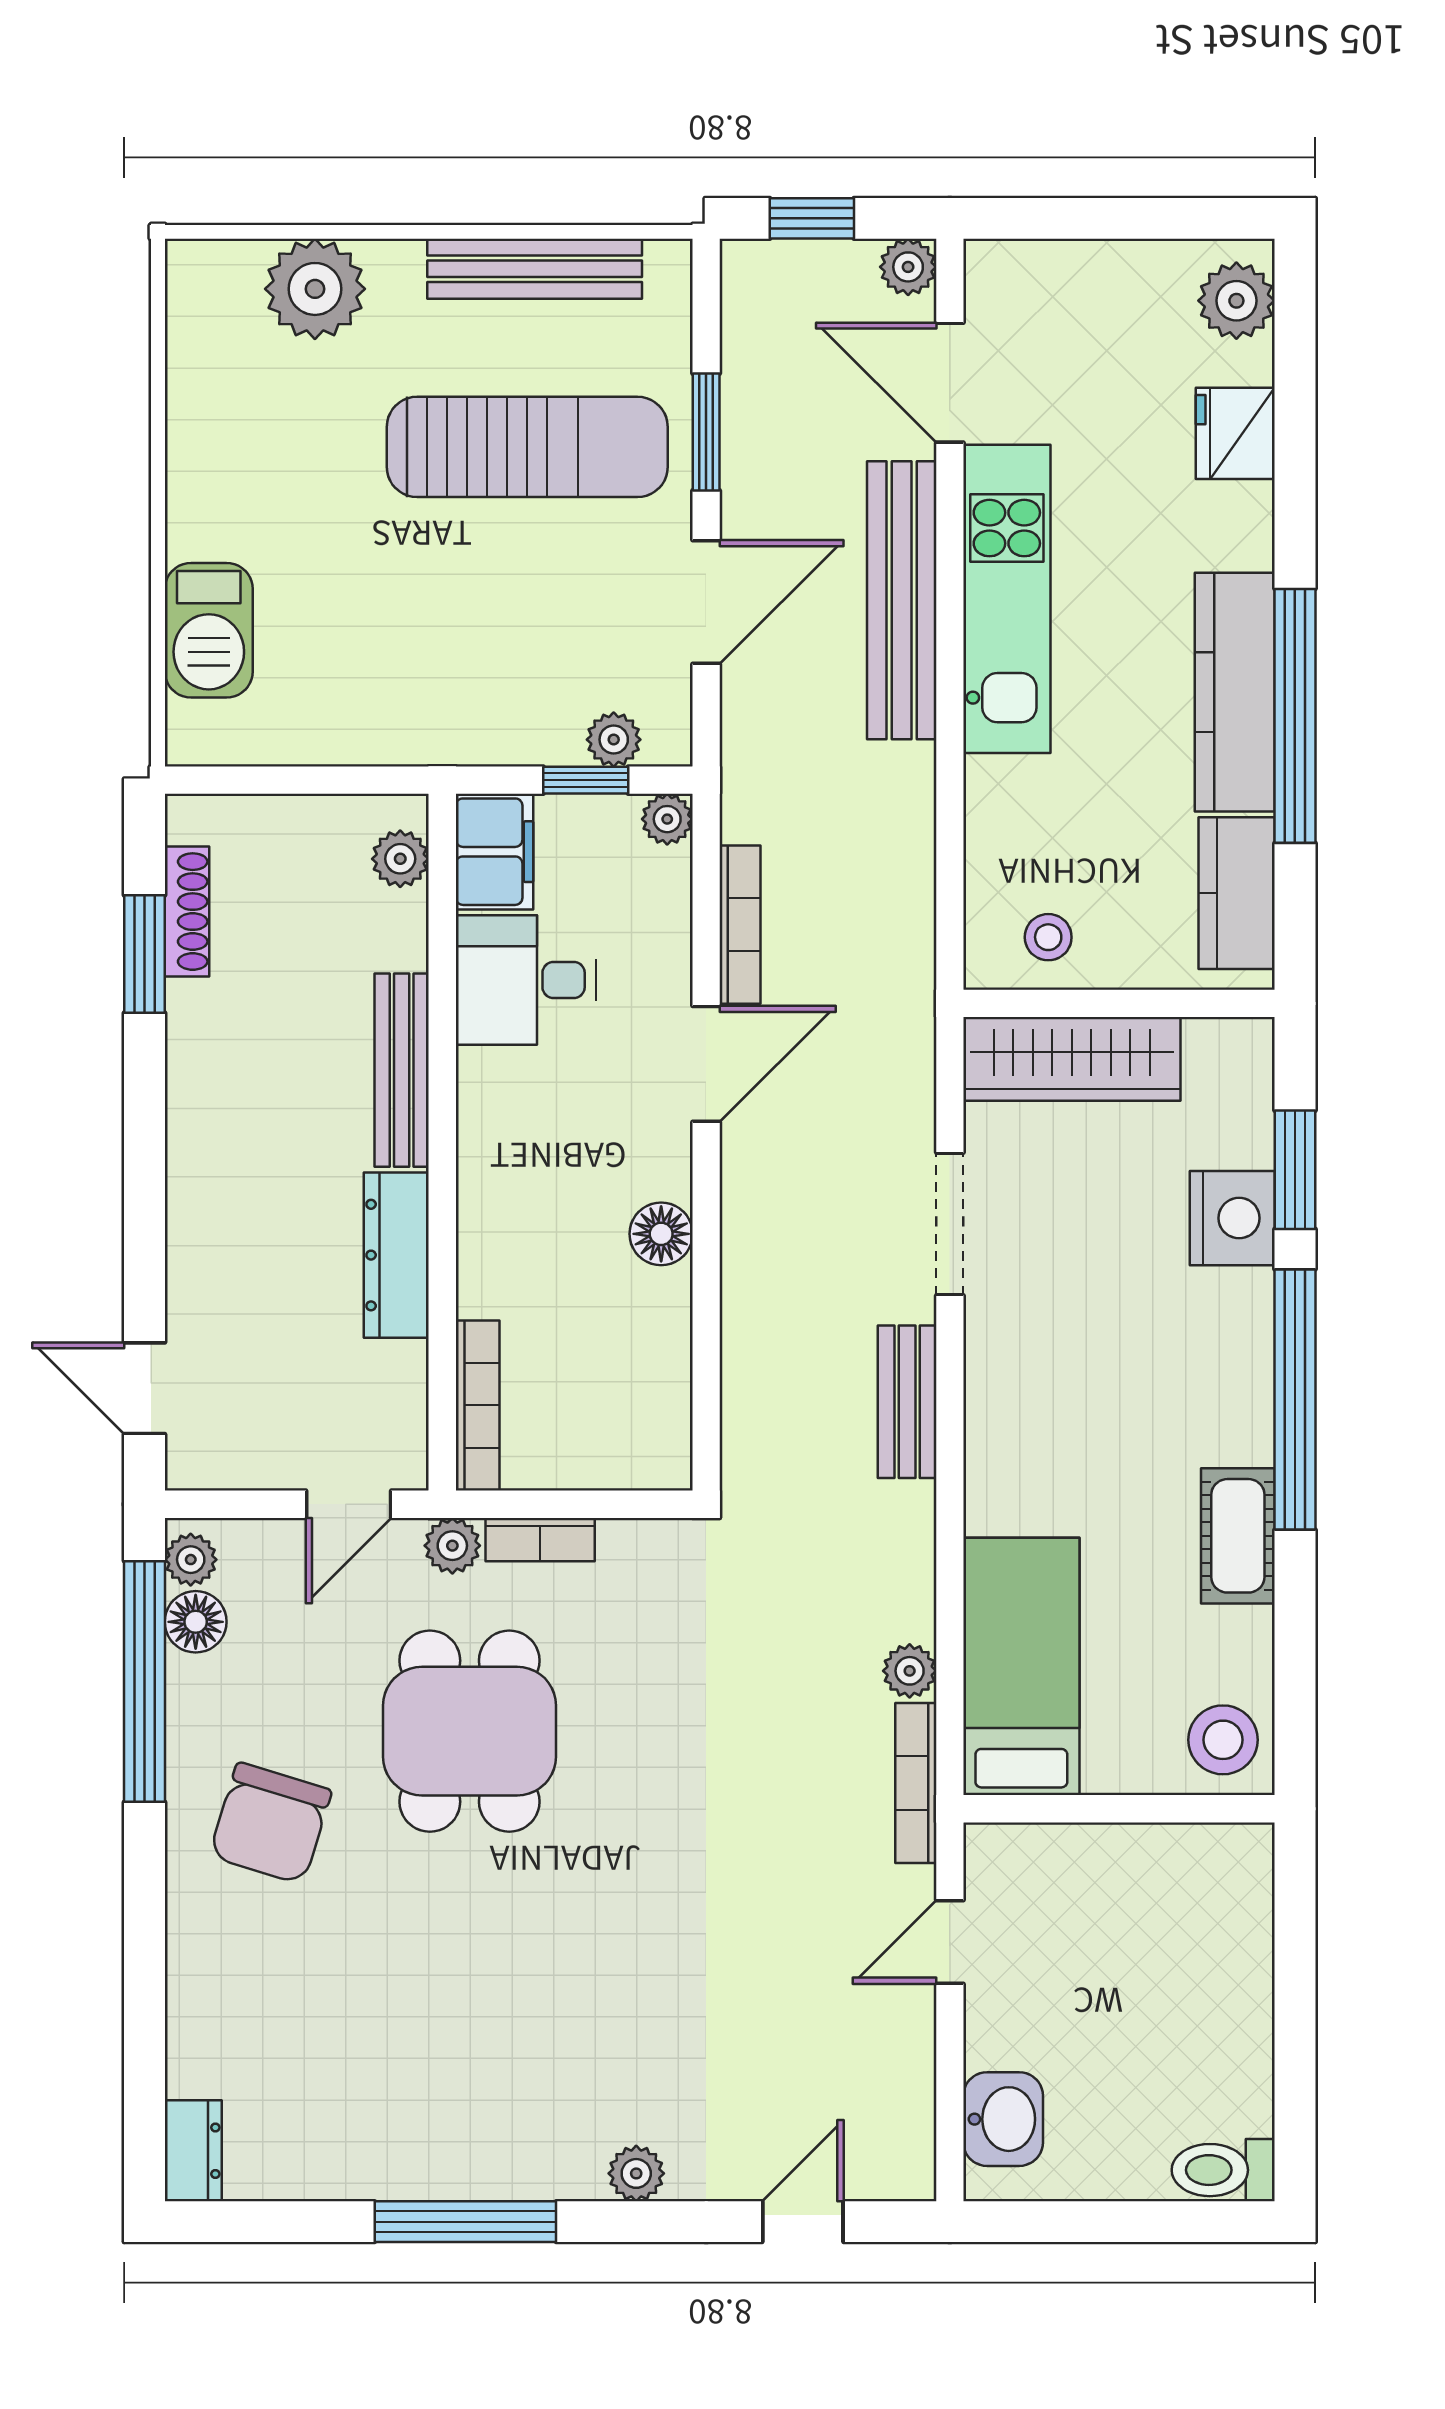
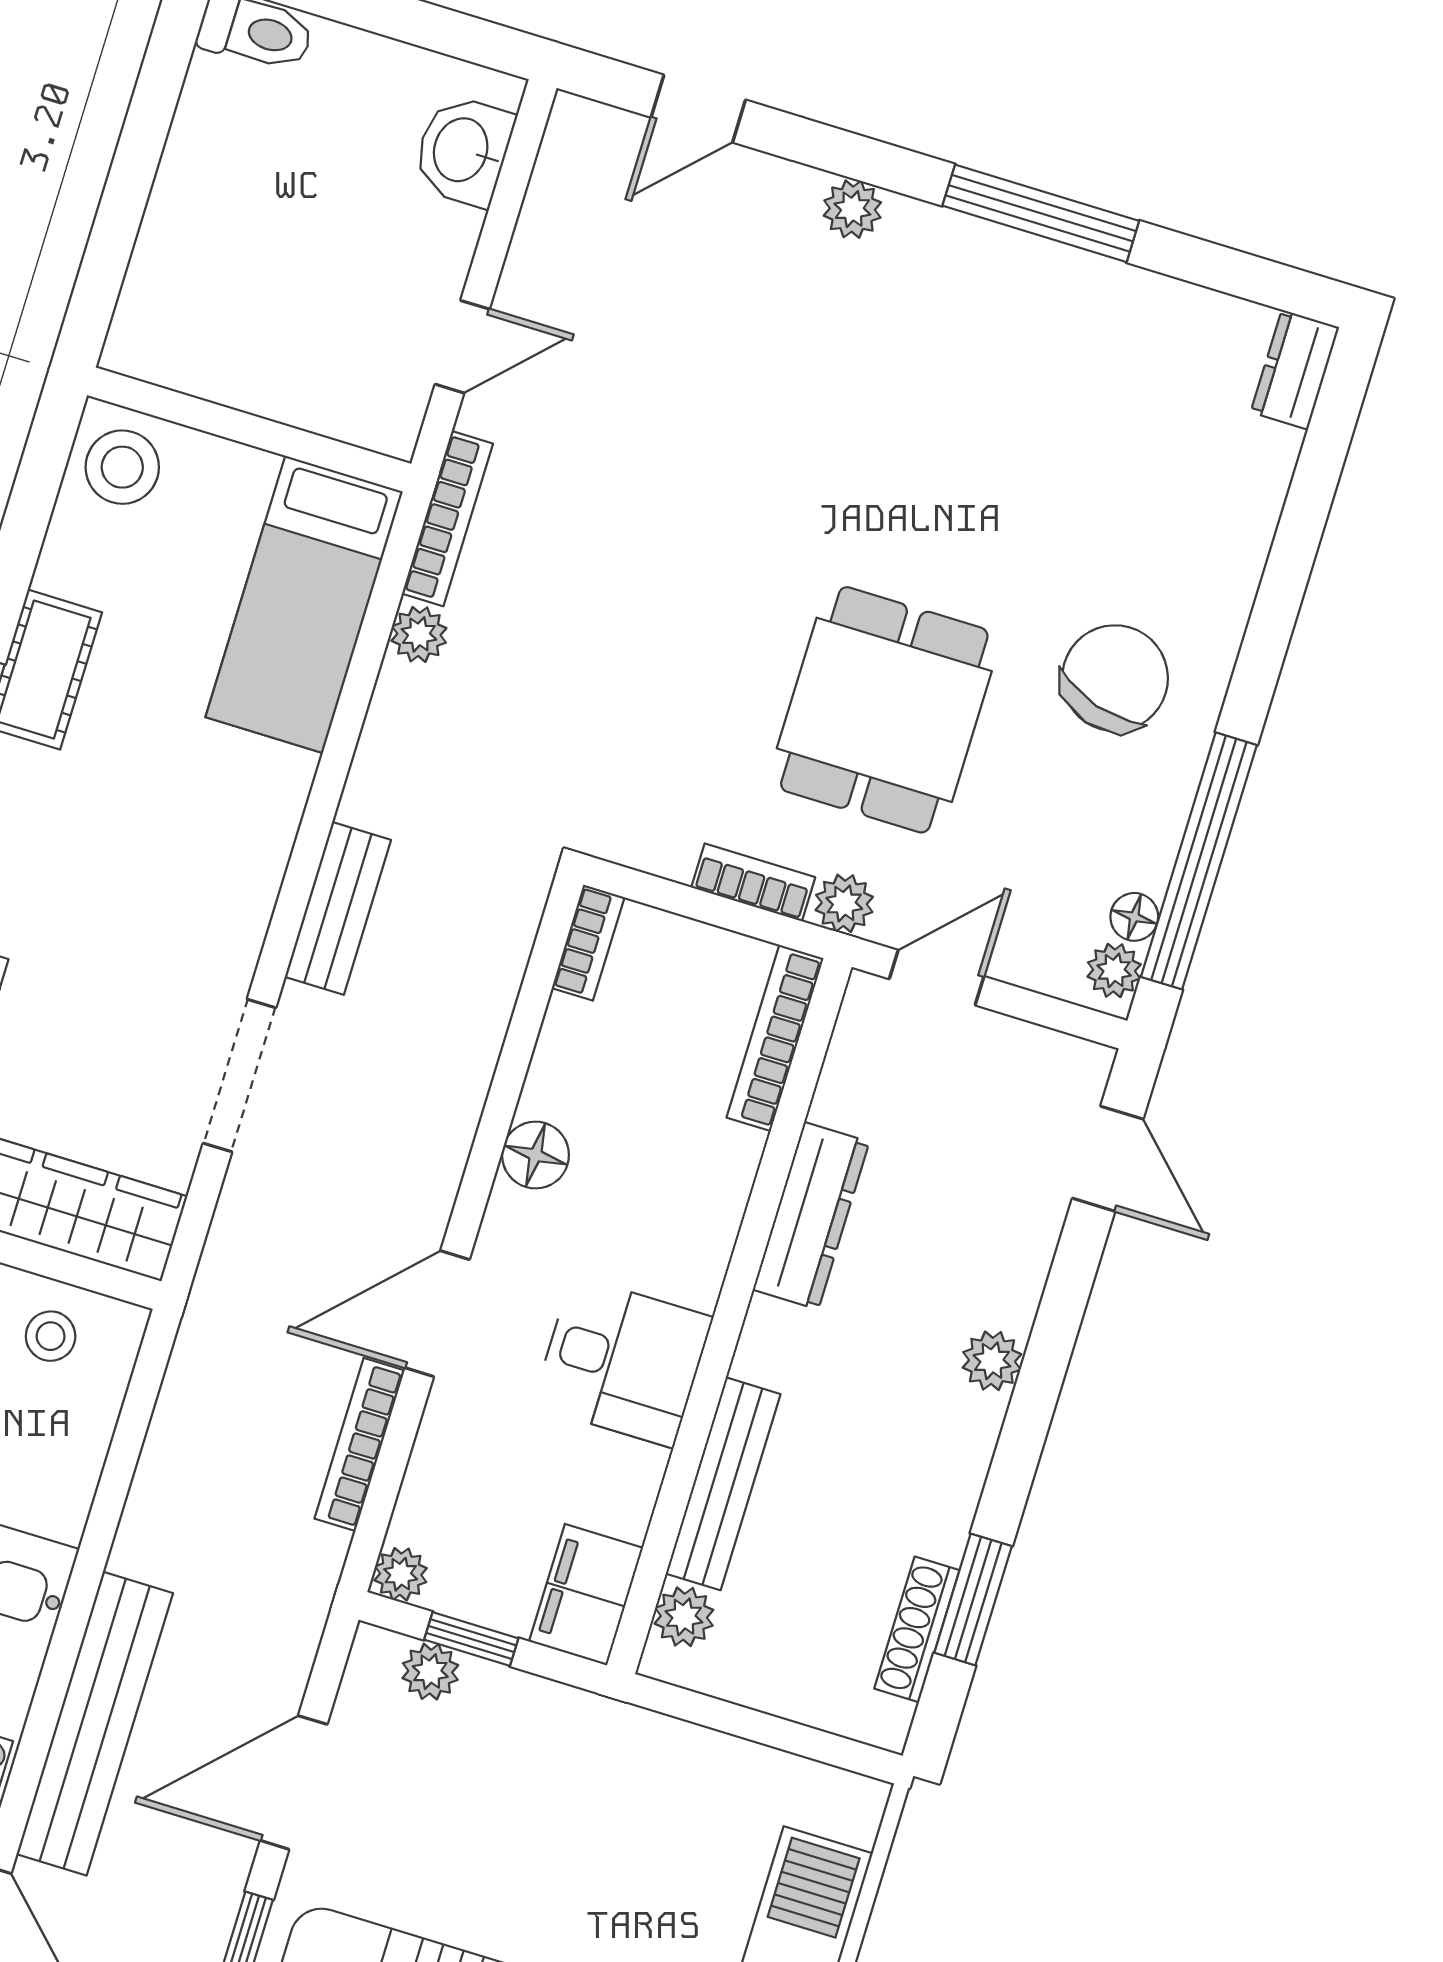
desk: (526, 980) -> (623, 1361), moved
bench: (402, 1070) -> (723, 1484), moved
plant: (193, 1174) -> (992, 1361), added
bookcase: (672, 1440) -> (588, 943), added
floor lamp: (196, 1622) -> (1134, 917), width x0.73, depth x0.73

